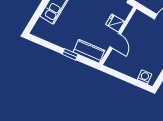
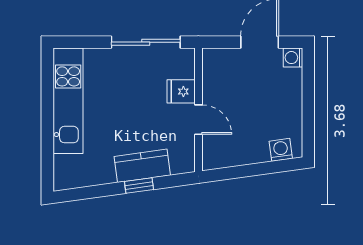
kitchen counter: (89, 51) -> (142, 166), moved

